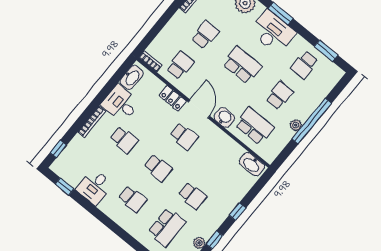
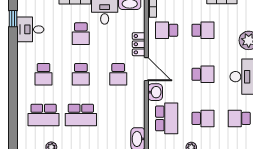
school desk: (180, 65) -> (167, 30), turned 180
school desk: (242, 65) -> (203, 74), width x0.54
door: (199, 109) -> (146, 69), hinge flipped
desk: (95, 187) -> (30, 29), moved
school desk: (192, 196) -> (81, 115), width x1.85

